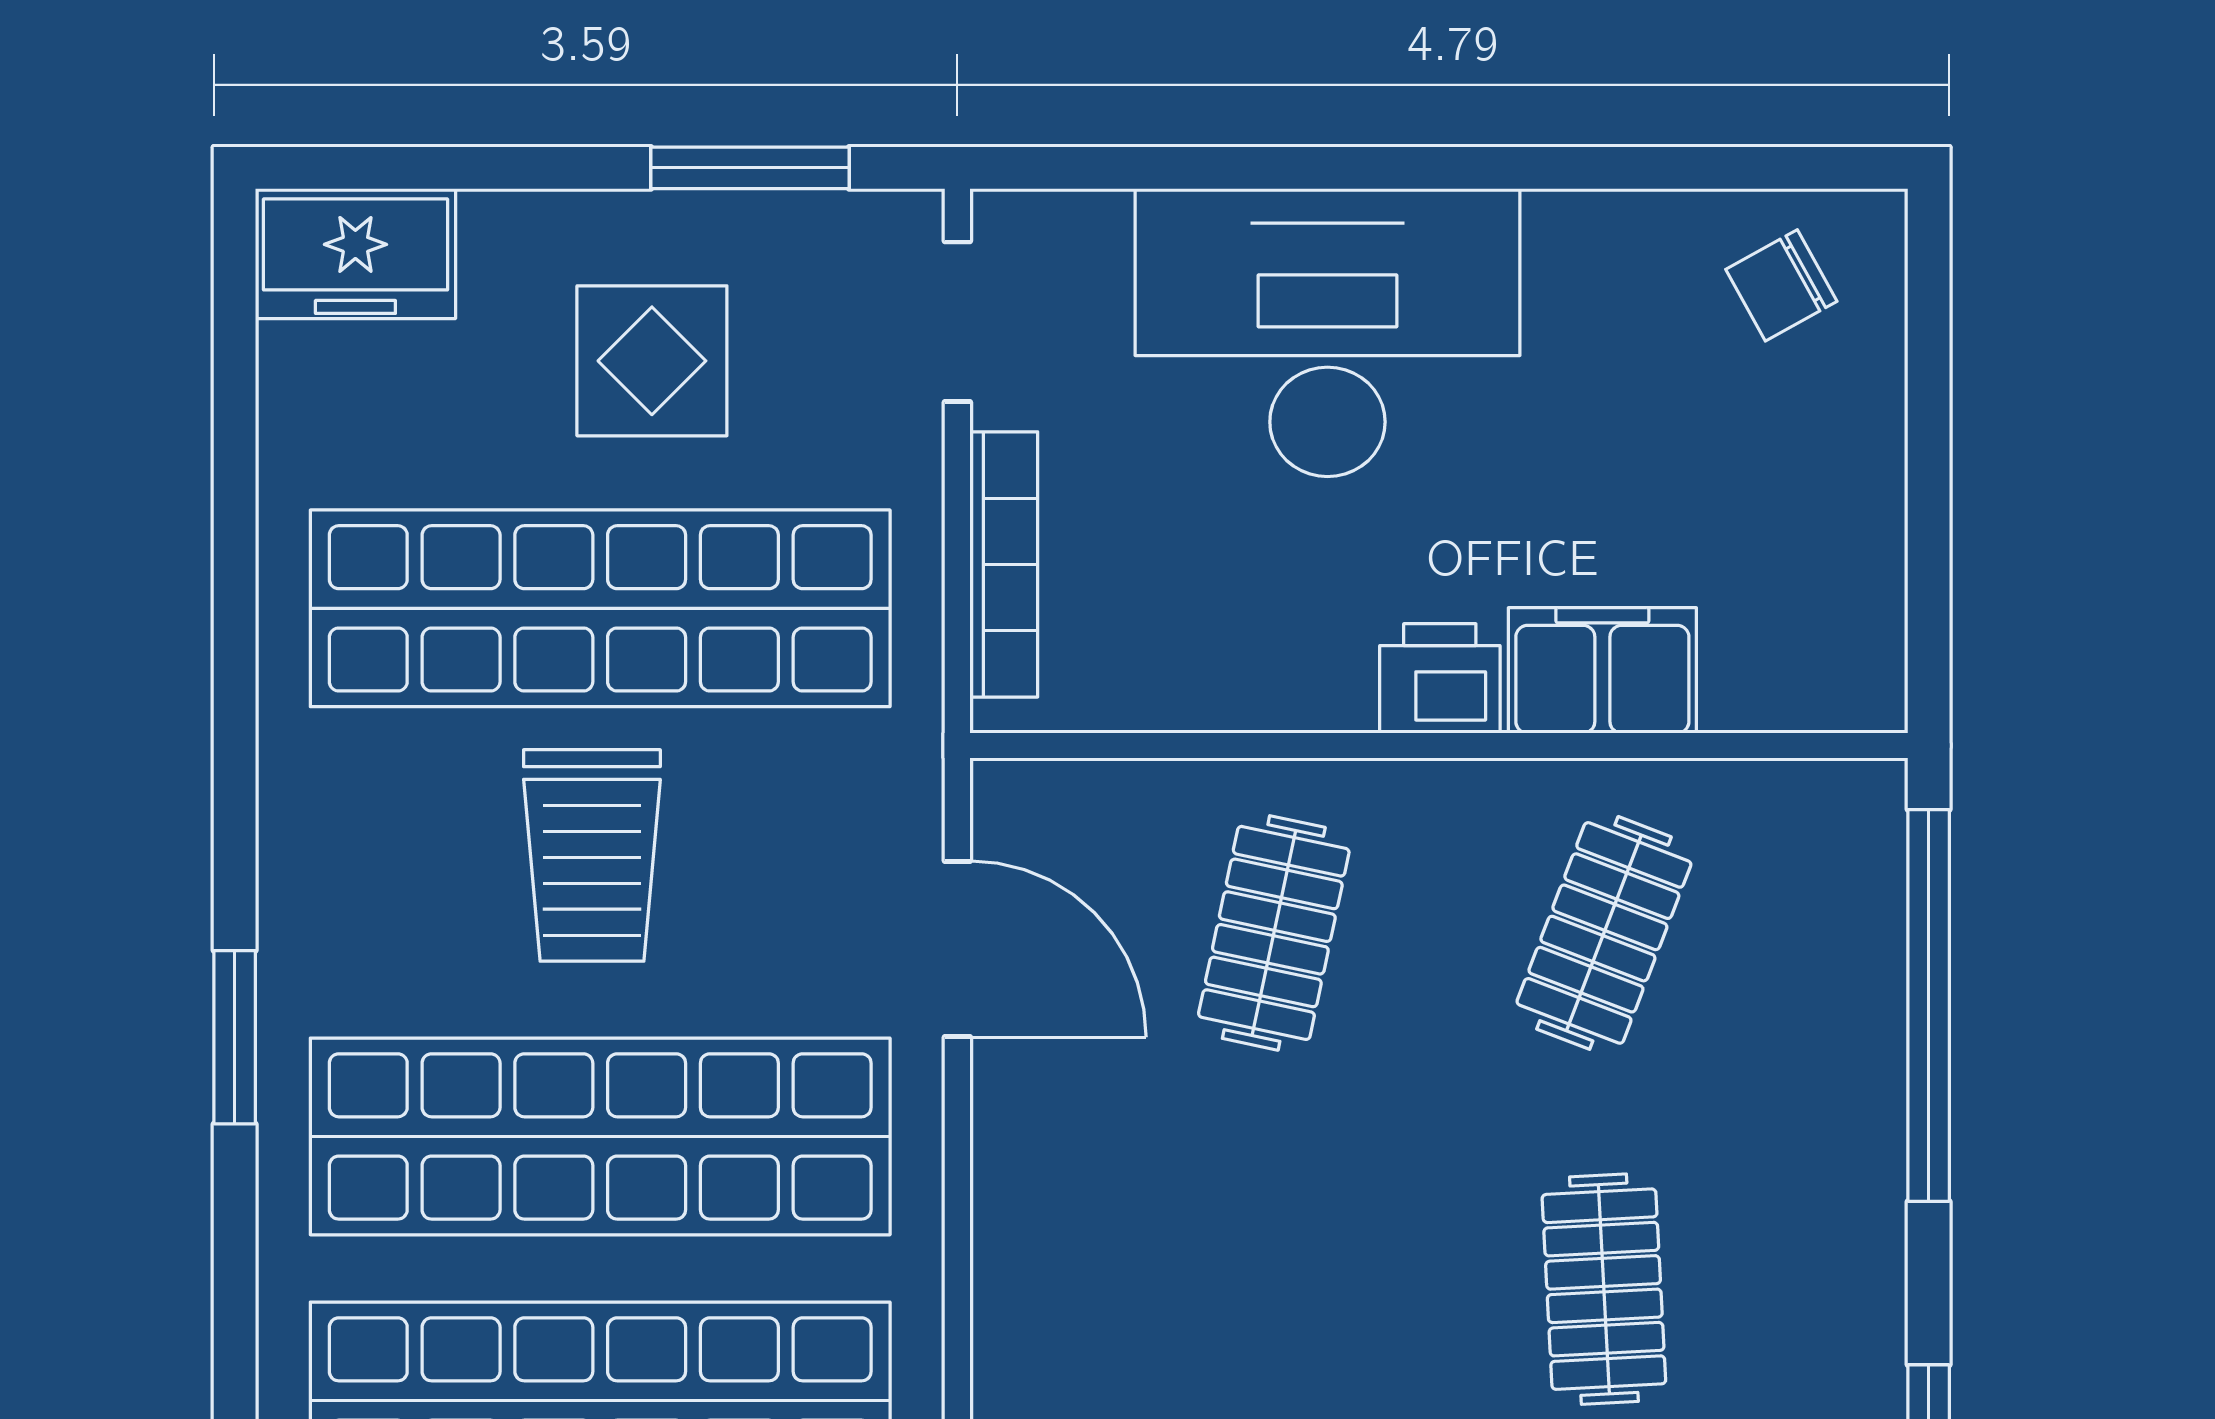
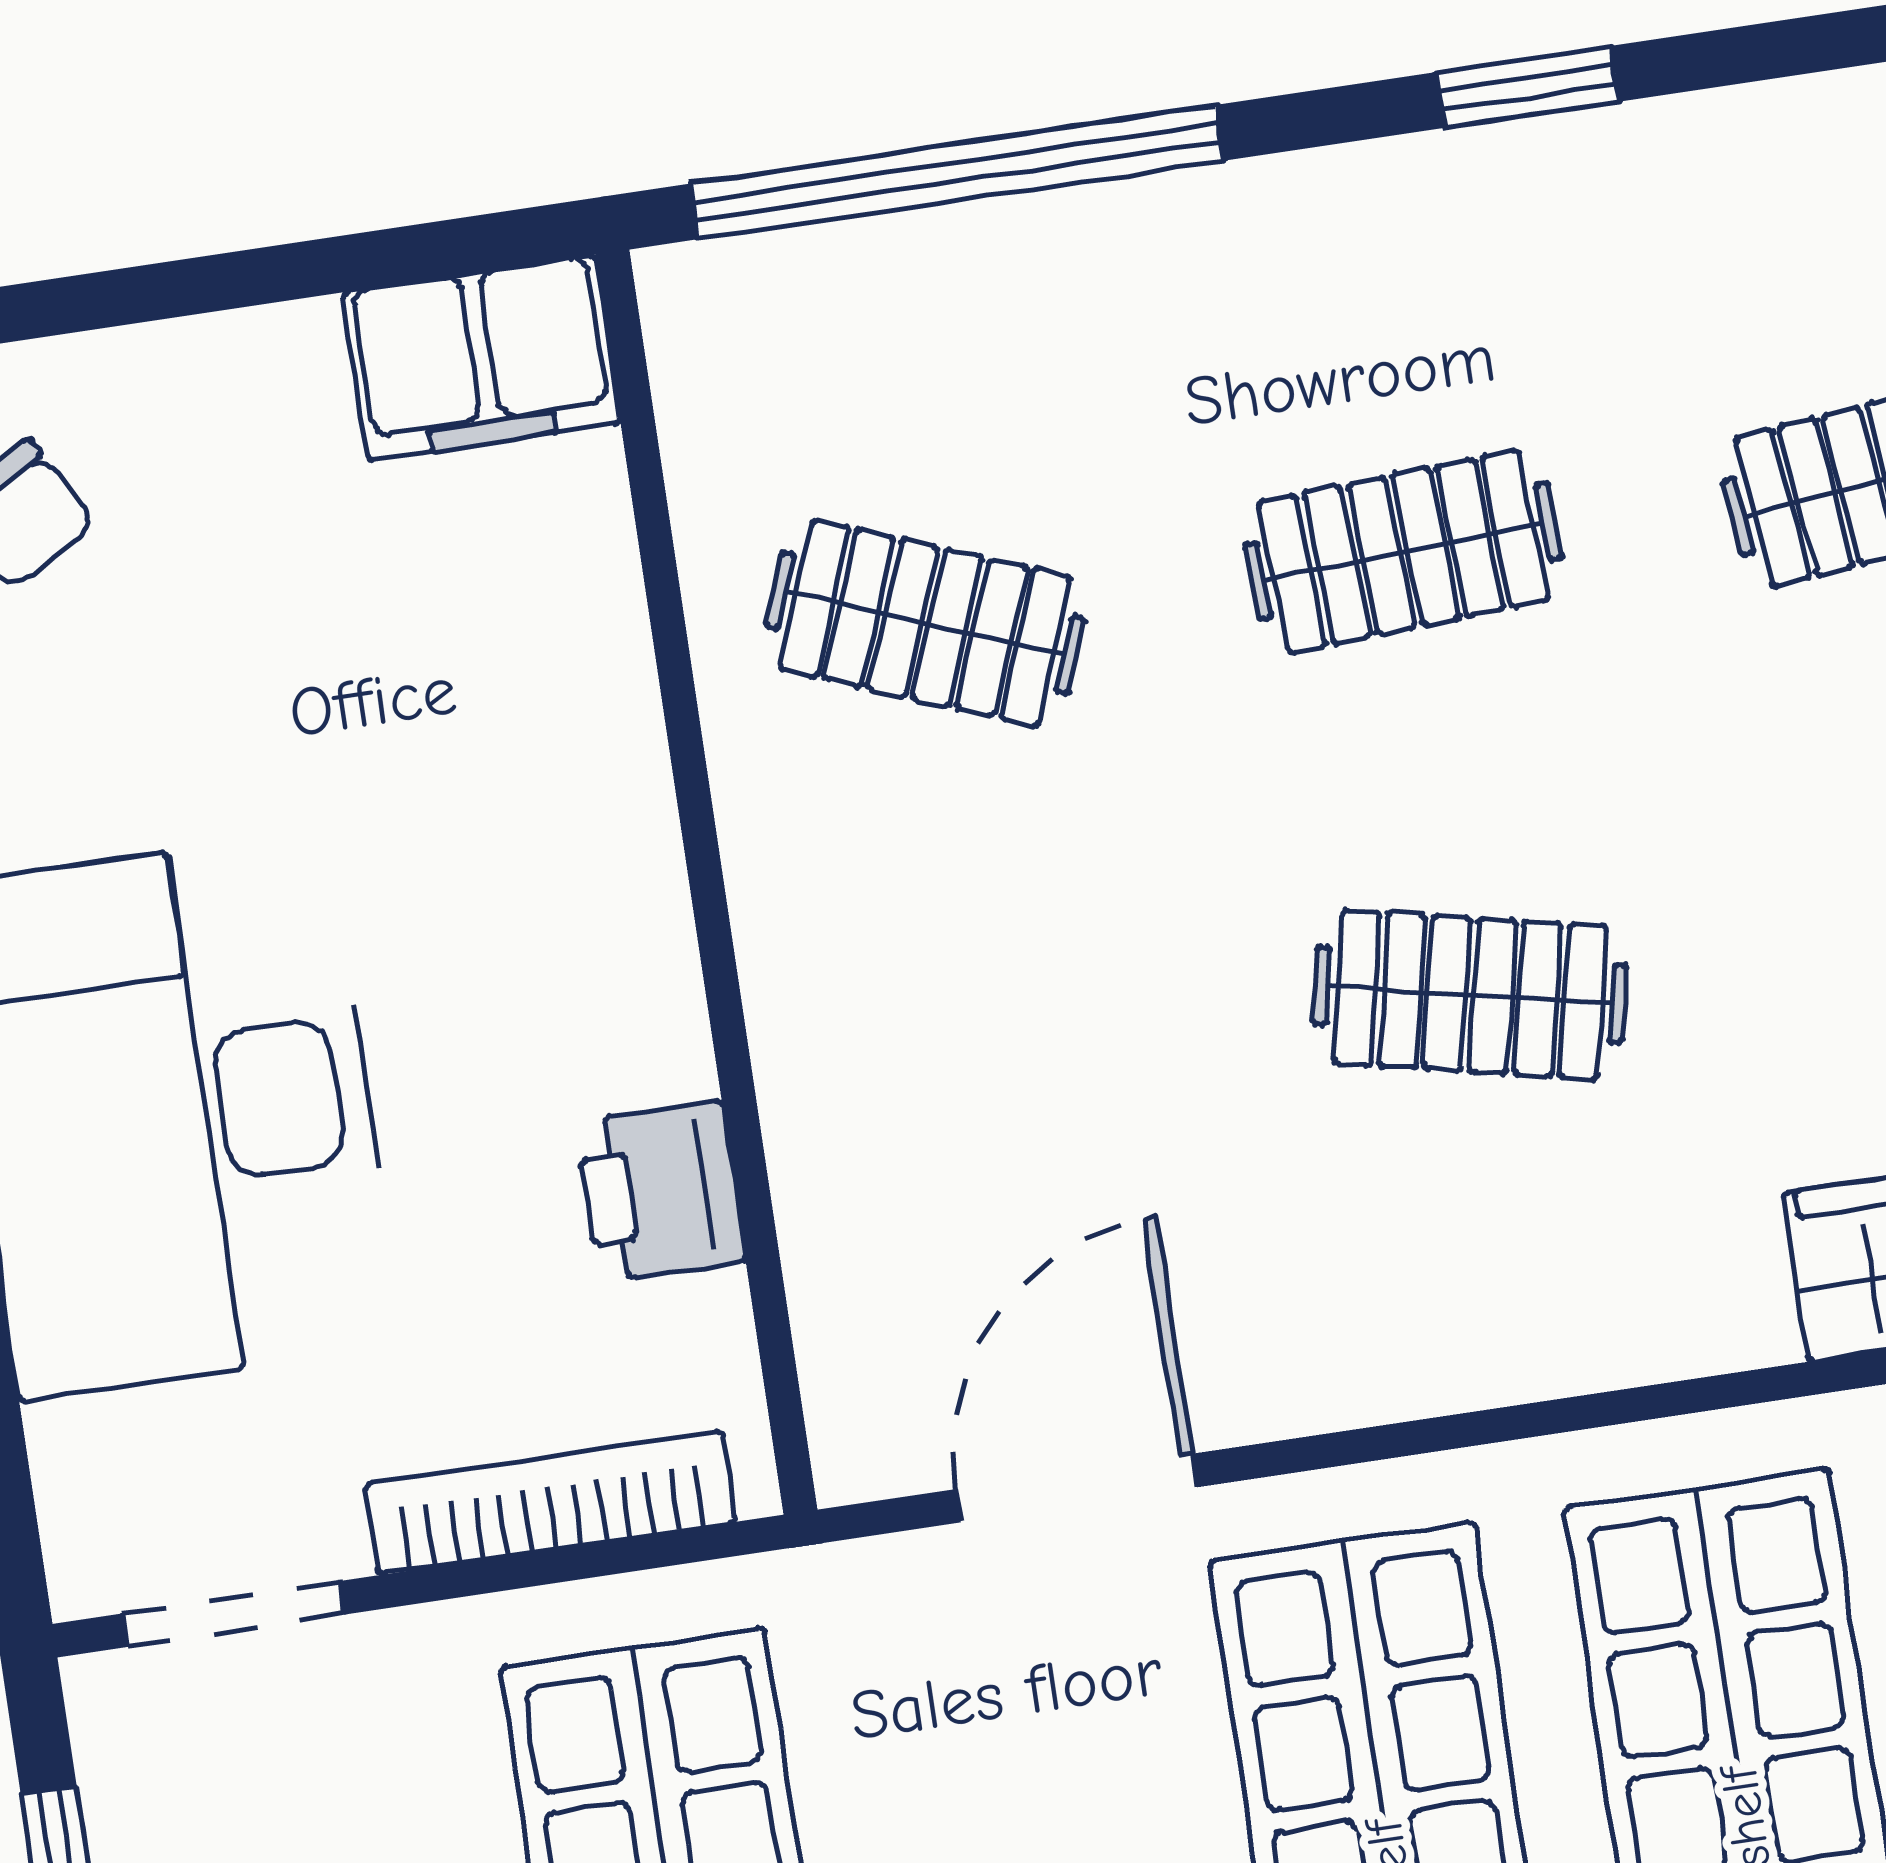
filing cabinet: (1602, 670) -> (482, 358), moved, turned -90
printer: (1440, 678) -> (660, 1191), moved
clothes rail: (1274, 933) -> (1470, 995), moved

